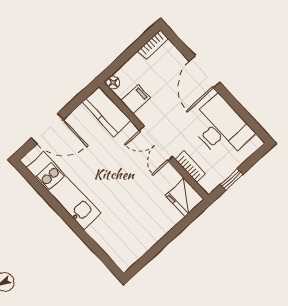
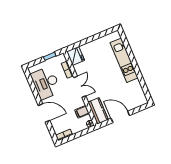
door: (204, 72) -> (44, 113), hinge flipped
door: (47, 129) -> (120, 117), moved
kitchen unit: (64, 190) -> (124, 60), moved

